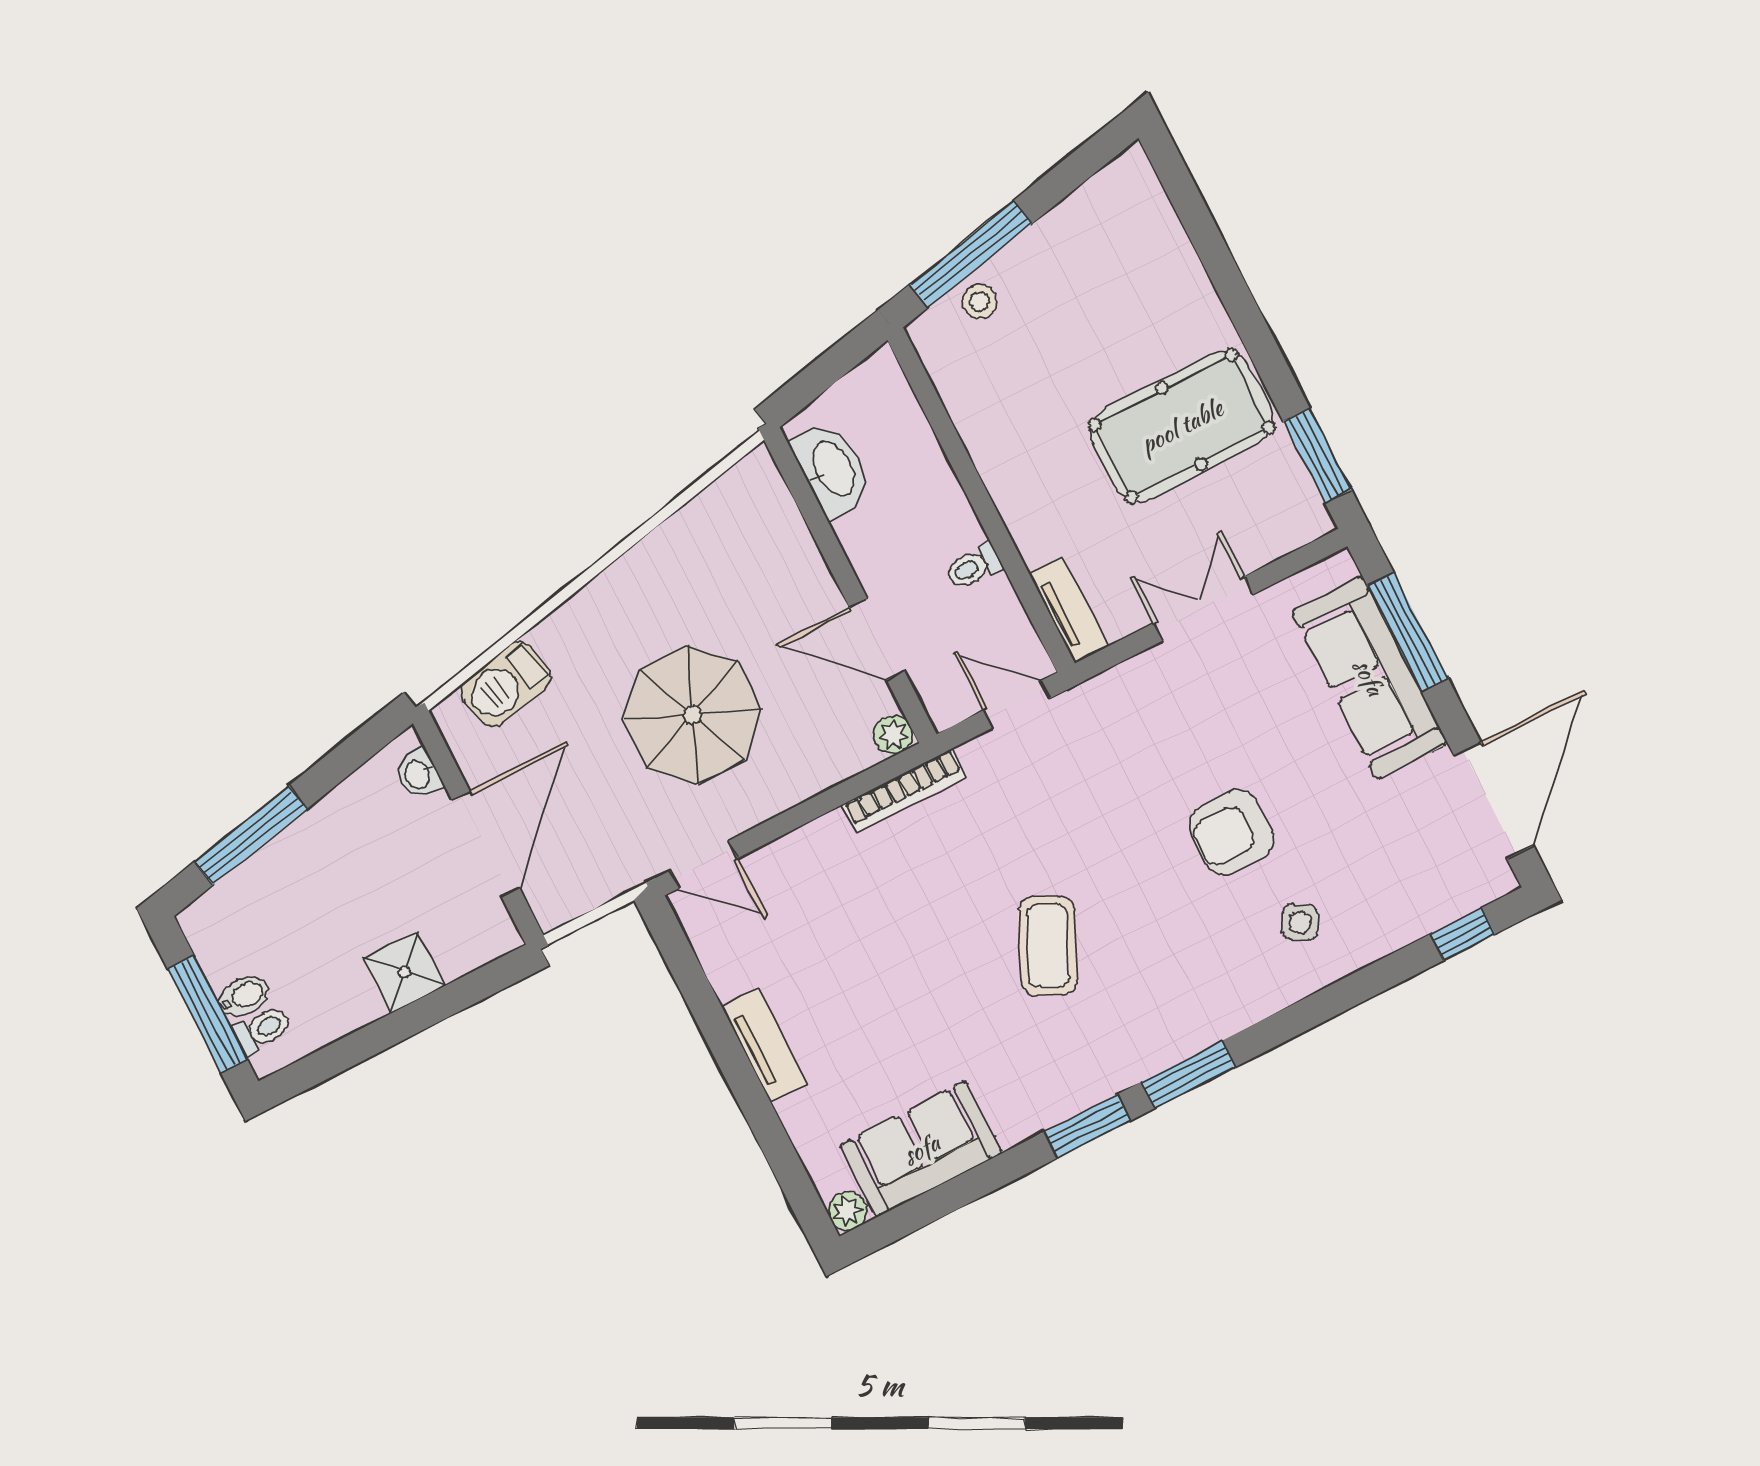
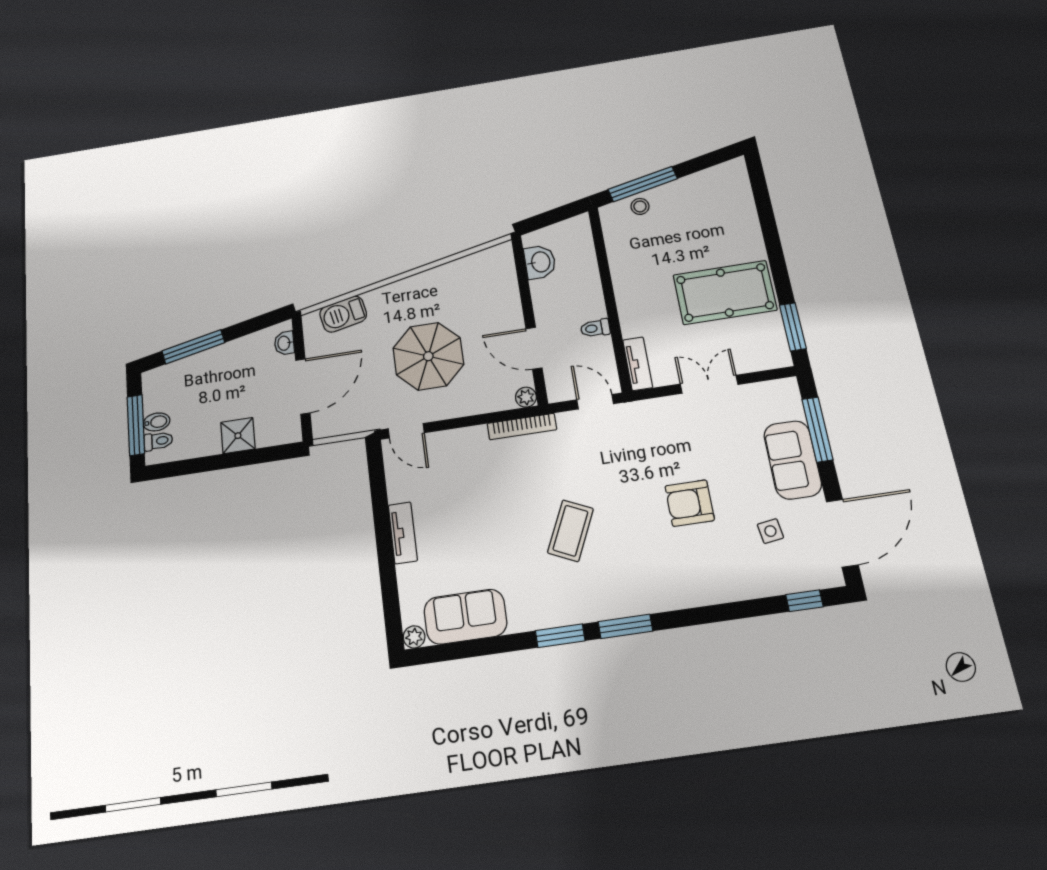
washbasin: (832, 469) -> (540, 262), width x0.72
sofa: (1369, 677) -> (793, 460), width x0.73
side table: (1300, 922) -> (770, 531), moved, turned -38

